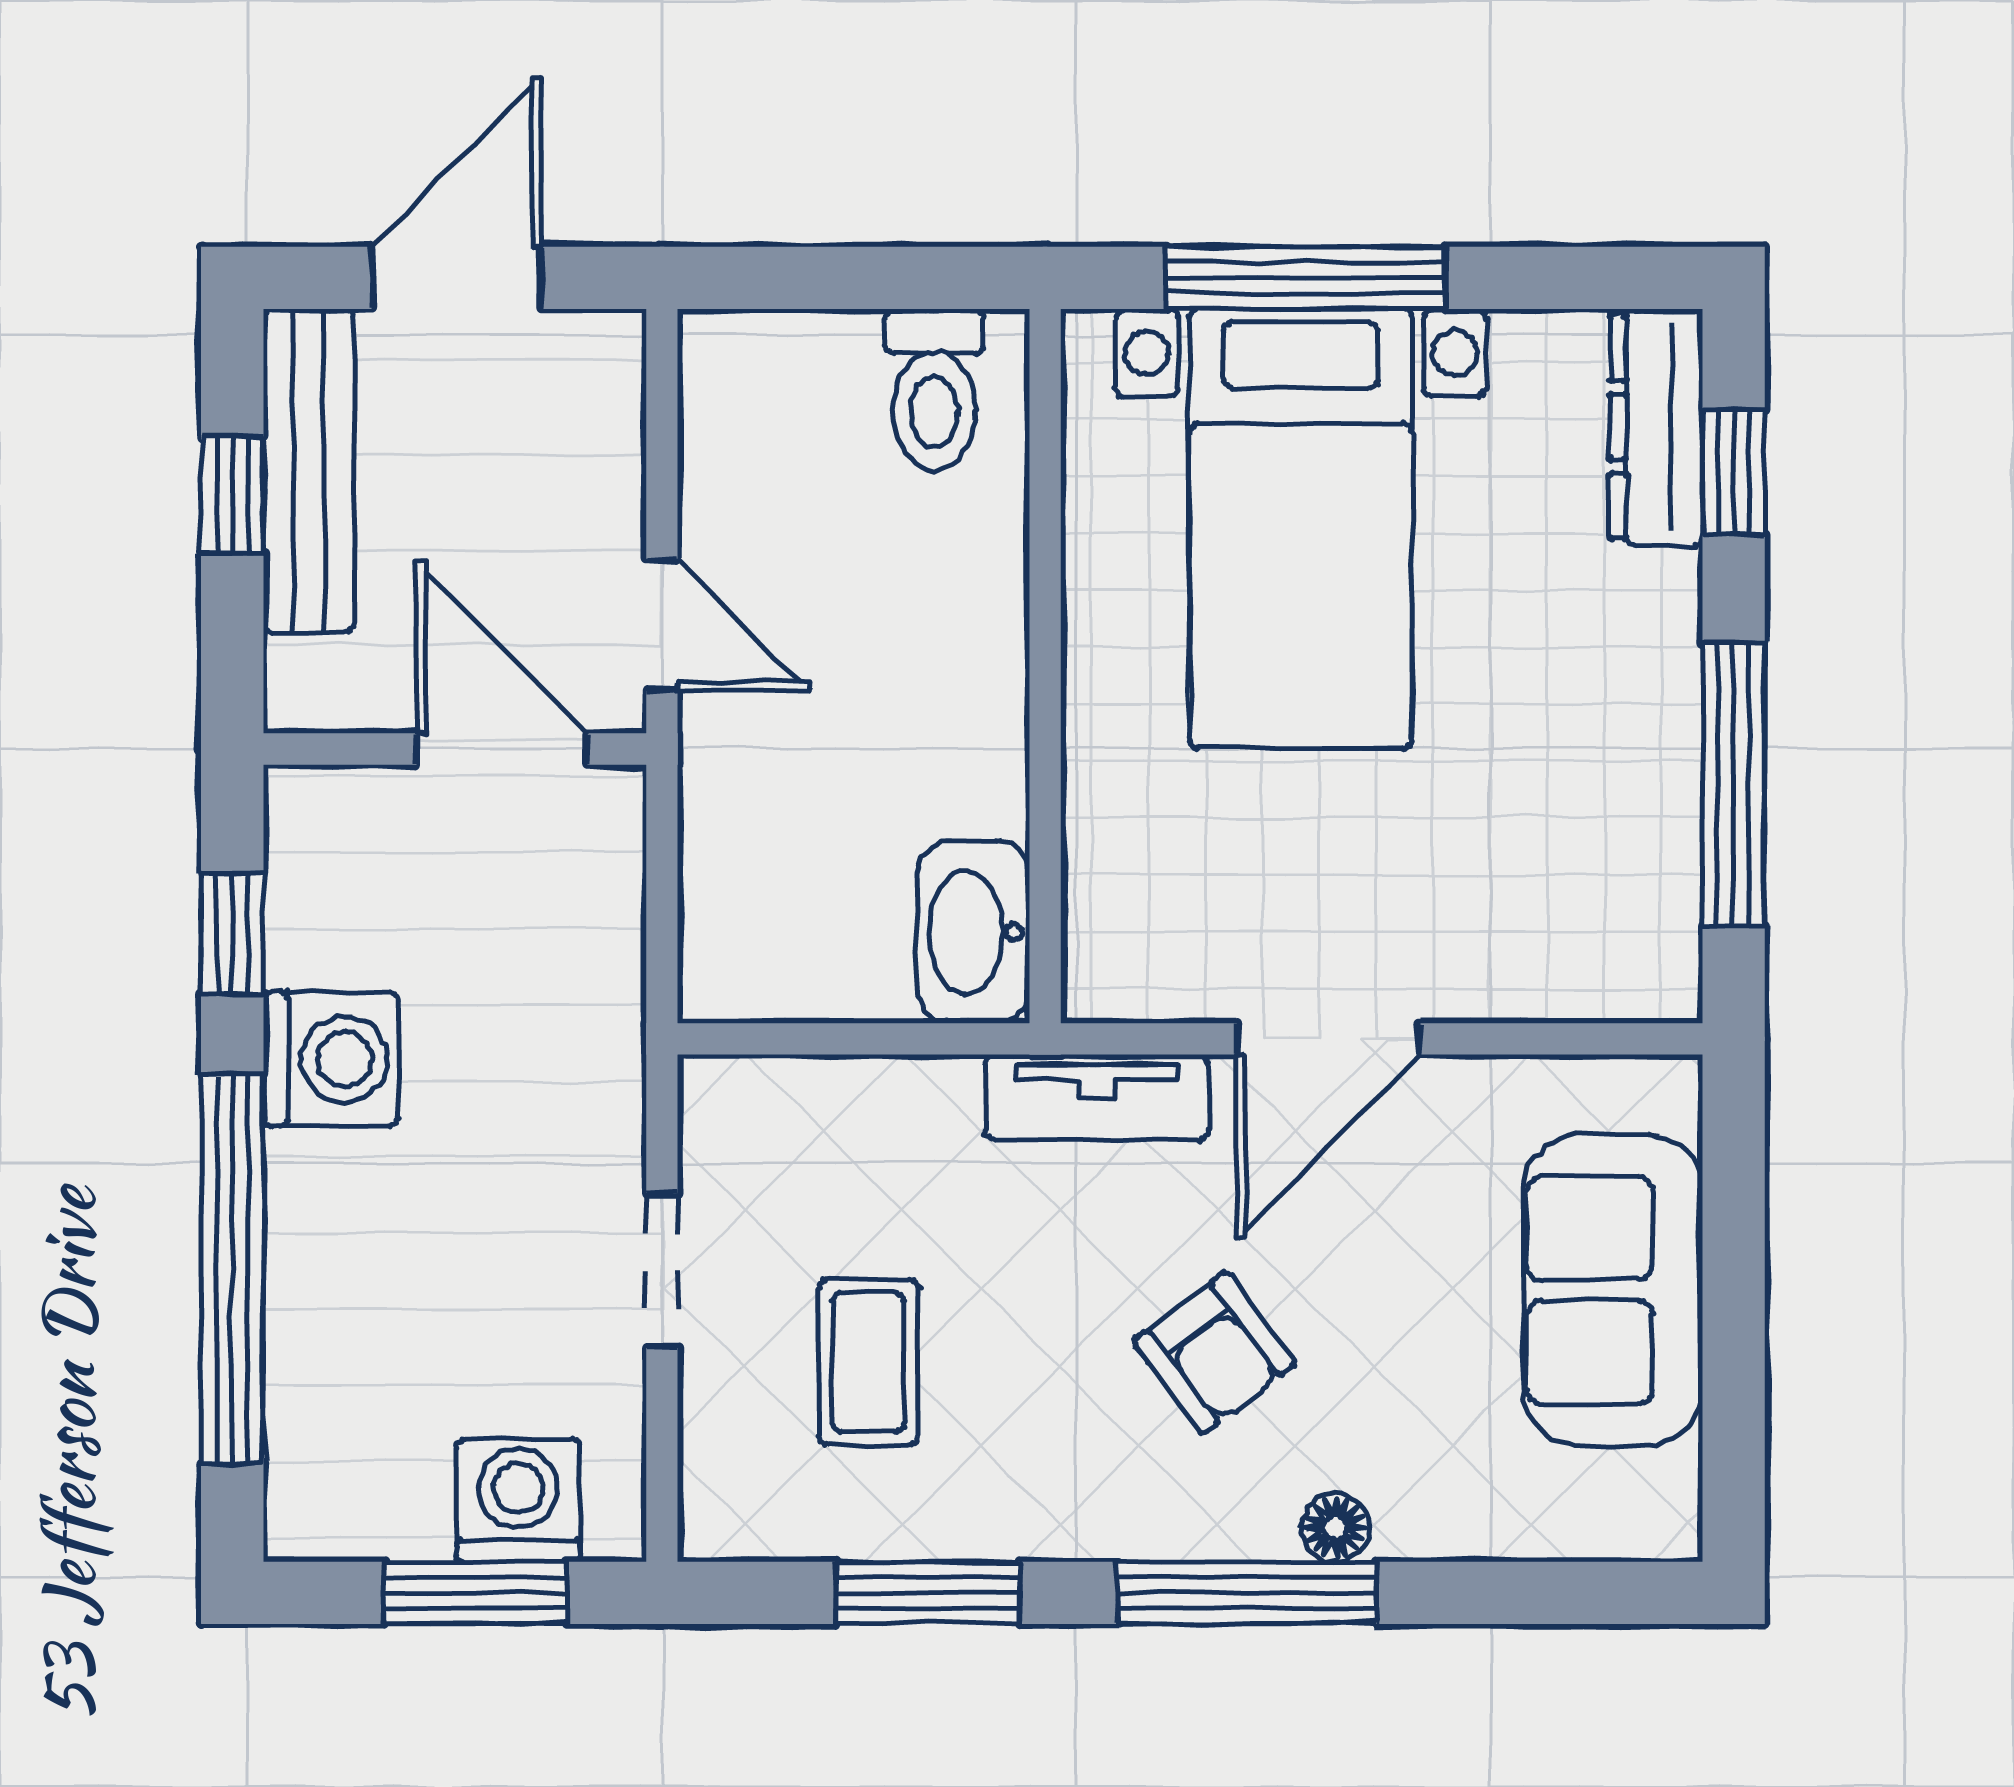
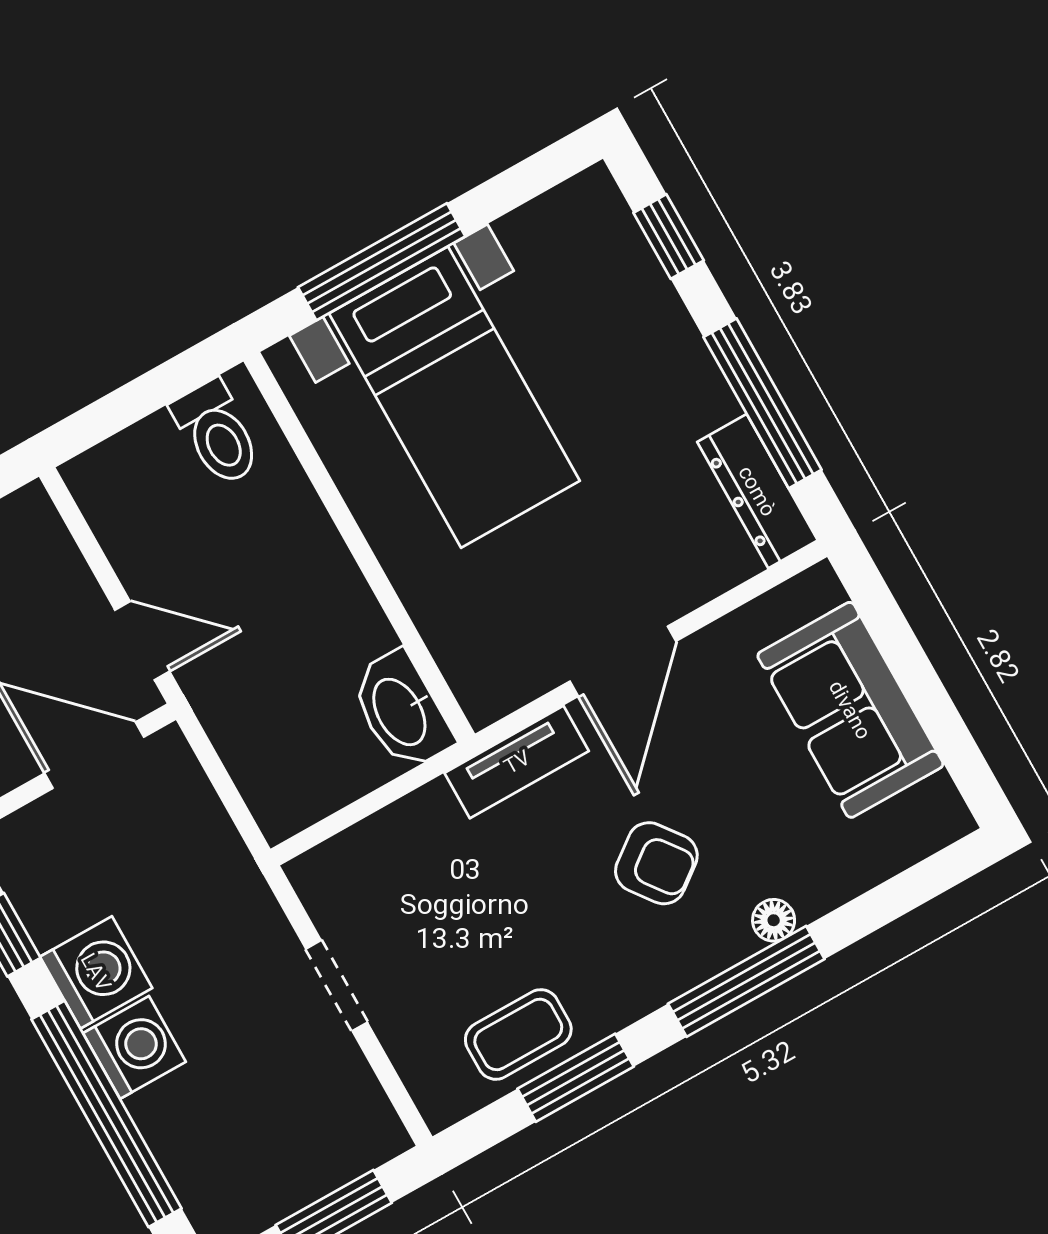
dresser: (1656, 427) -> (757, 491), moved
coffee table: (868, 1362) -> (518, 1034), moved, turned 90
washing machine: (518, 1500) -> (134, 1047), moved, turned 90

